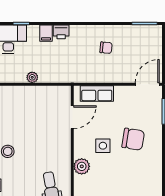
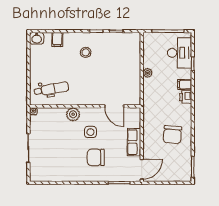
chair: (106, 48) -> (172, 135), width x1.87, depth x1.87
door: (147, 84) -> (142, 169), hinge flipped
row of seats: (97, 94) -> (134, 142), moved
chair: (133, 139) -> (96, 157), turned 81

